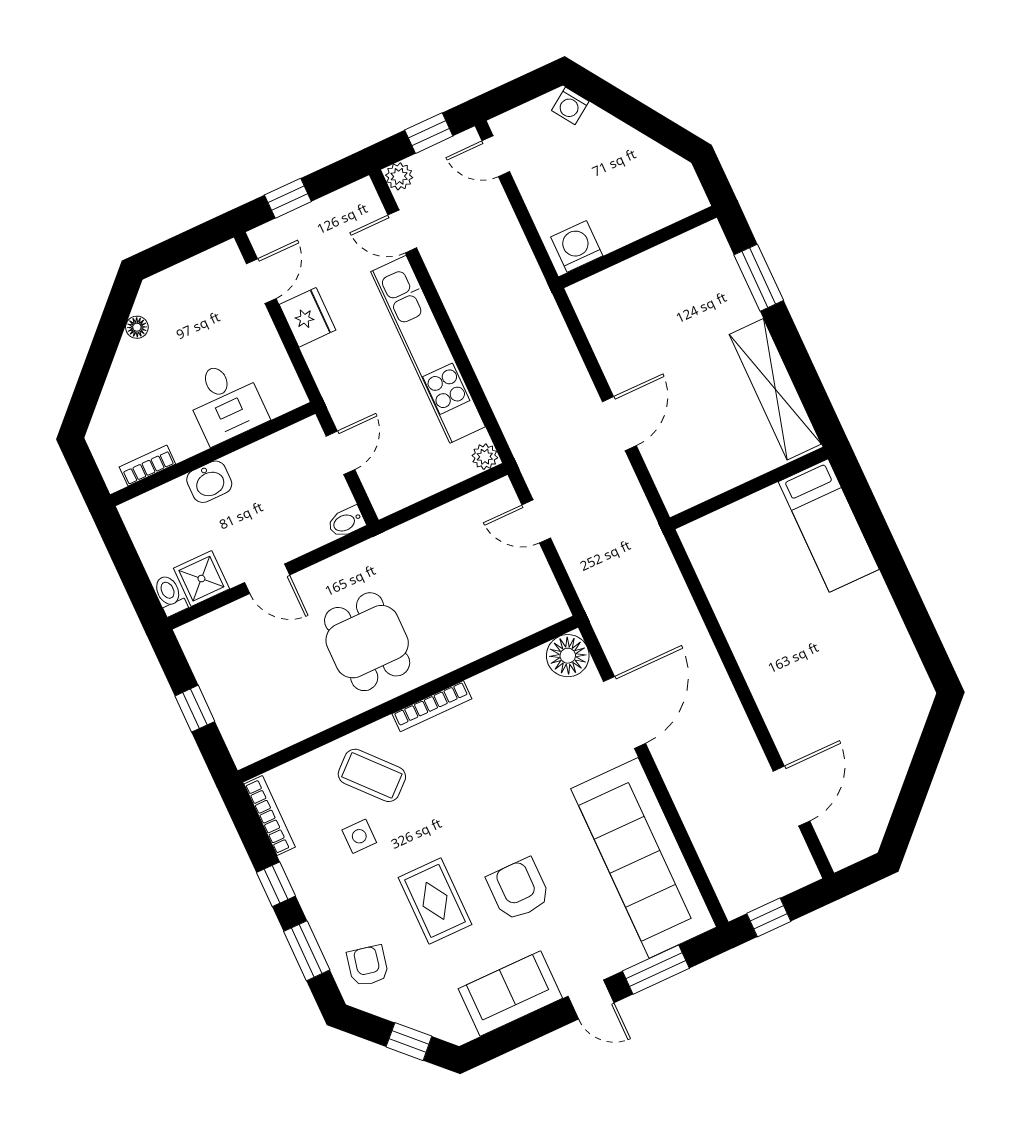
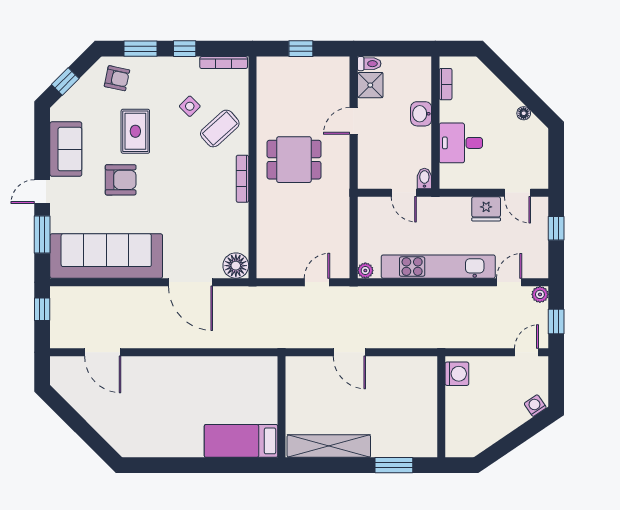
bidet: (346, 522) -> (424, 178), moved
side table: (359, 836) -> (190, 106), turned 45
rug: (435, 901) -> (135, 131), turned 90

